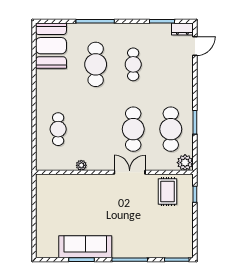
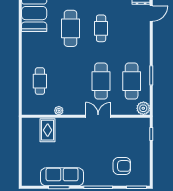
rug: (168, 191) -> (48, 130), moved
armchair: (159, 233) -> (122, 166), added

